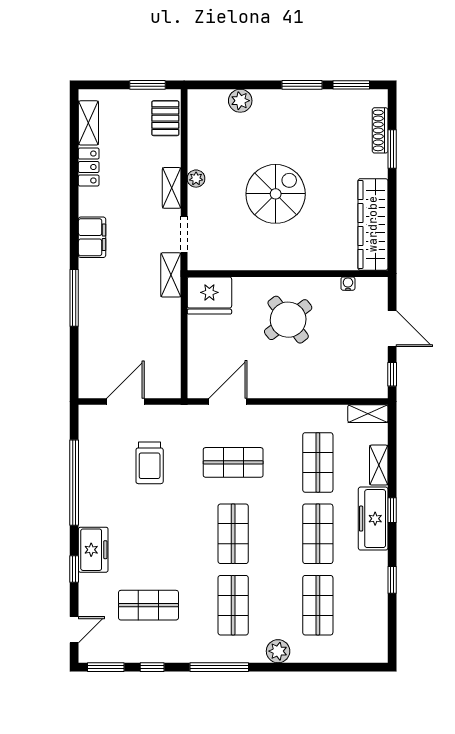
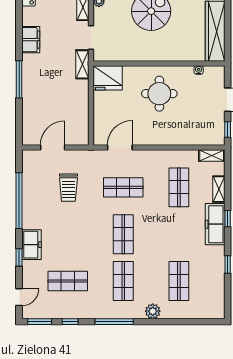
round table: (288, 320) -> (159, 94), turned 38
shop shelf: (318, 534) -> (179, 234), removed

